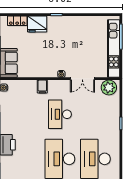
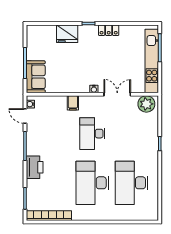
locker: (17, 21) -> (109, 30), moved
double door: (82, 79) -> (117, 94), swing flipped

